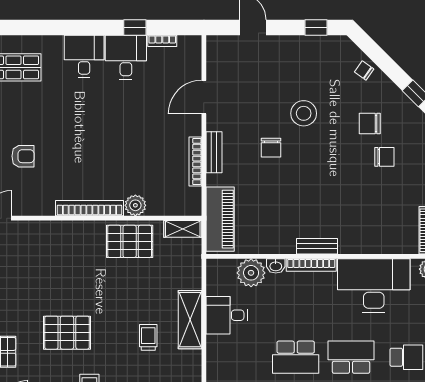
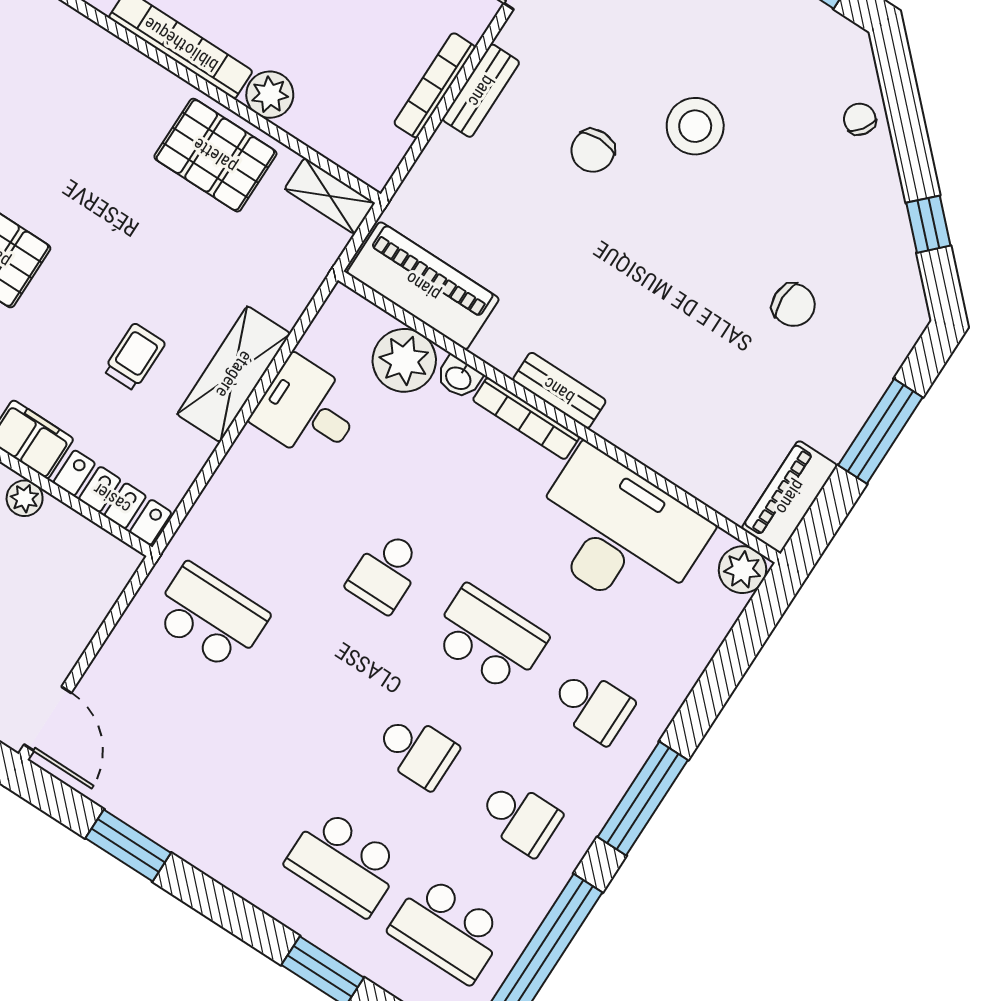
chair: (370, 123) -> (806, 225), removed
piano: (220, 219) -> (423, 286), moved, turned -90
school desk: (296, 357) -> (386, 572), width x0.54

